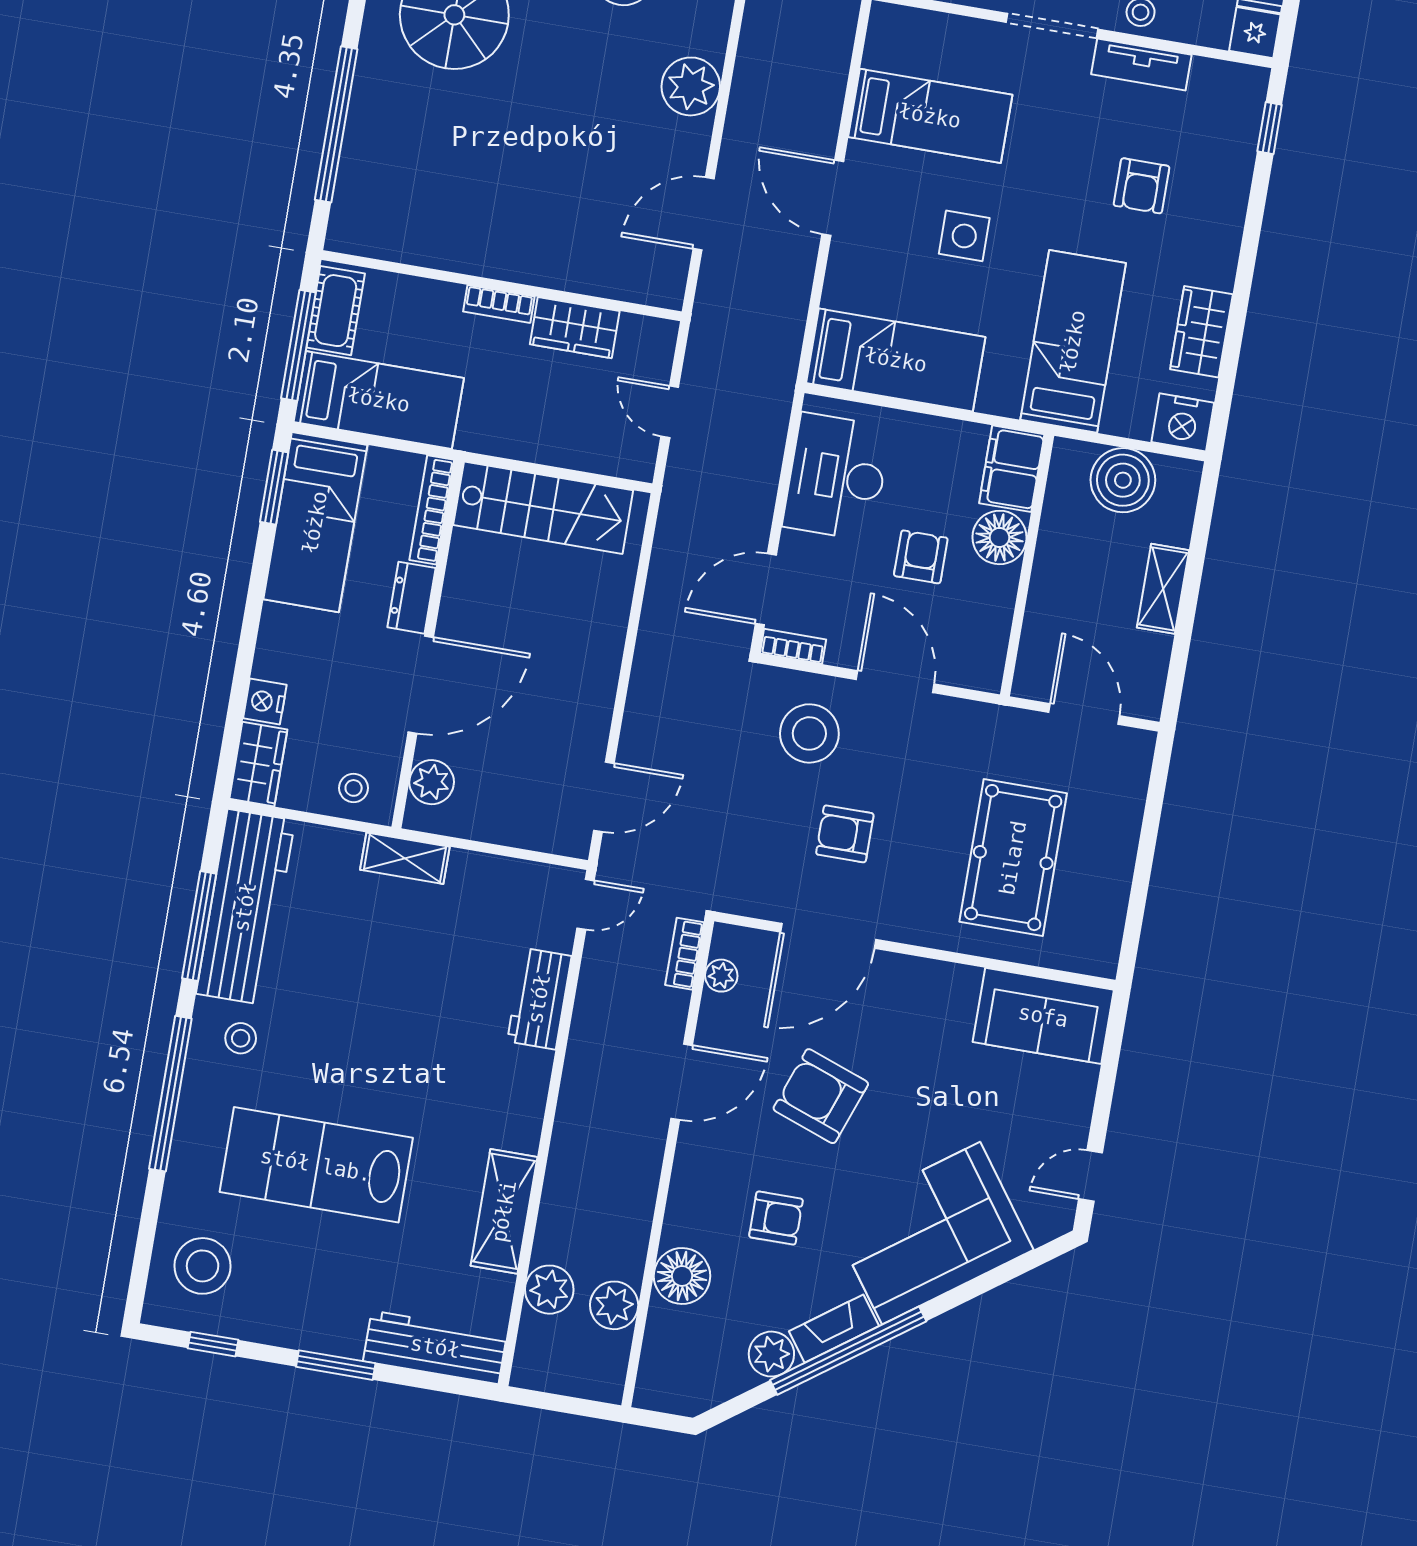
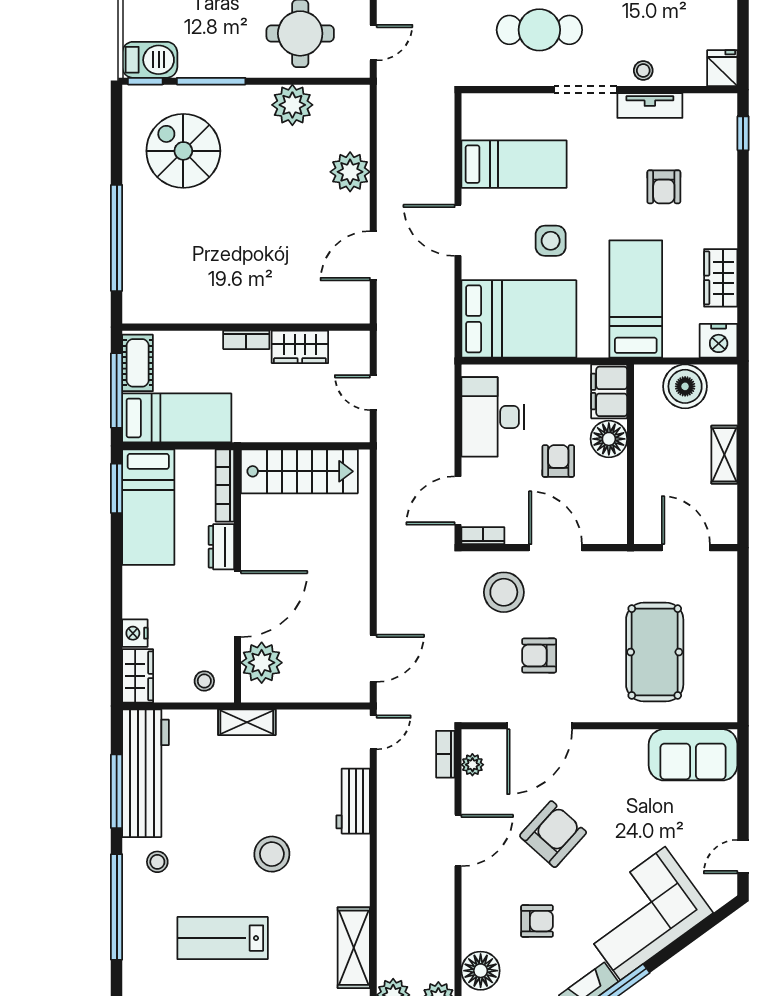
bed: (896, 360) -> (519, 319), width x1.50
plant: (432, 782) -> (262, 663), width x1.36, depth x1.36
stool: (409, 1055) -> (272, 854), added
armchair: (821, 1096) -> (553, 834), turned 112
lab bench: (316, 1165) -> (223, 938), width x0.73, depth x0.72

